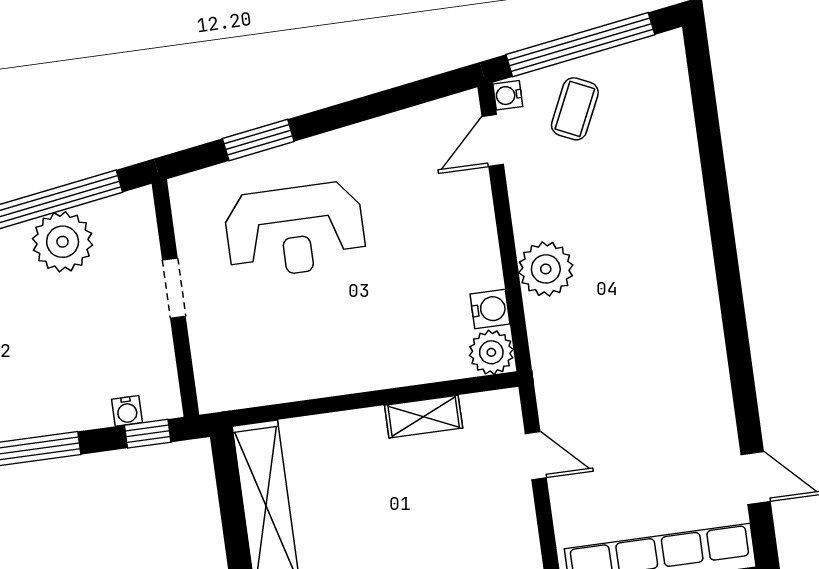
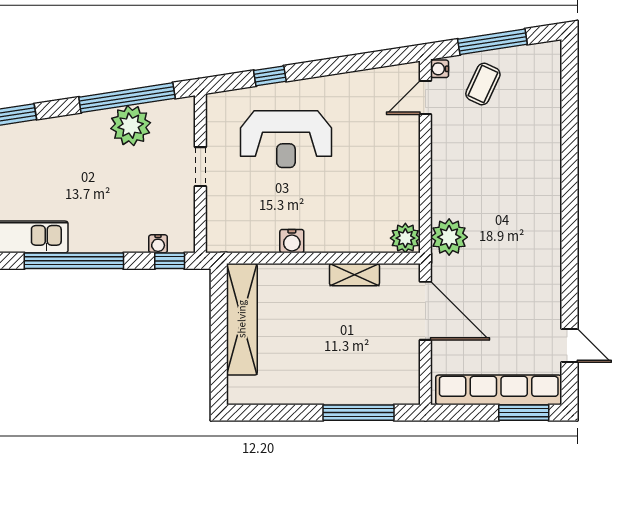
window: (580, 45) -> (492, 42), width x0.68
window: (258, 140) -> (270, 76), width x0.67
plant: (546, 269) -> (449, 237), moved
water cooler: (490, 309) -> (292, 241), moved, turned 90
door: (536, 456) -> (425, 311), width x1.88

